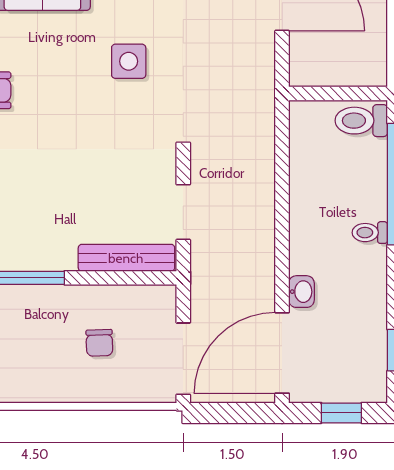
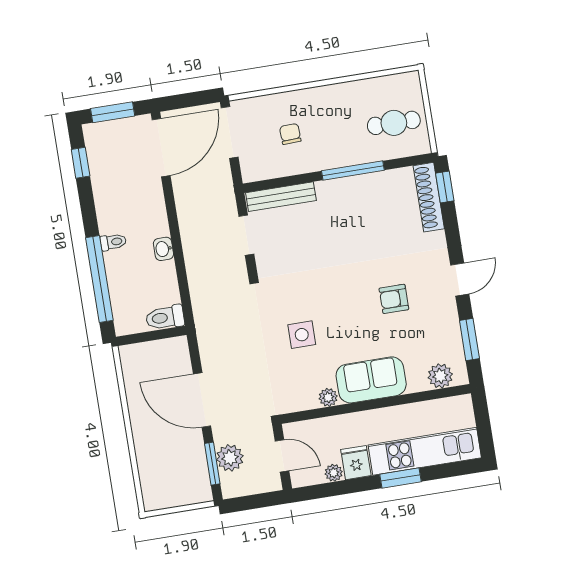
toilet: (361, 121) -> (165, 317), moved, turned 180
washbasin: (301, 292) -> (163, 249), moved
window: (341, 413) -> (113, 112), width x1.50

